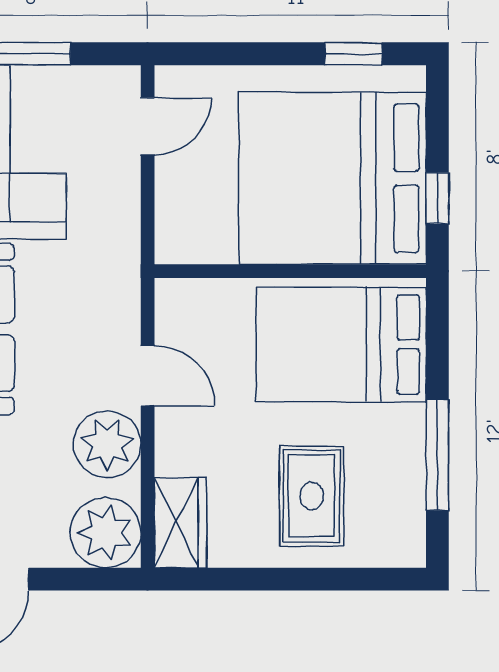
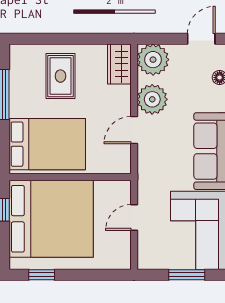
door: (148, 126) -> (134, 217), moved
door: (148, 376) -> (134, 130), hinge flipped

